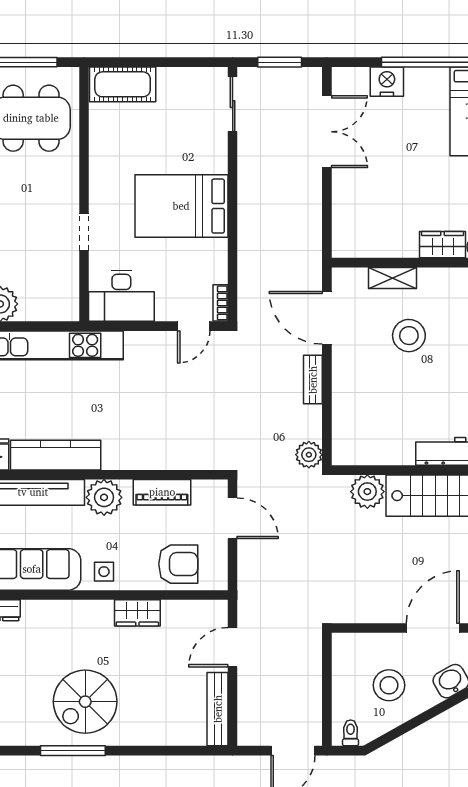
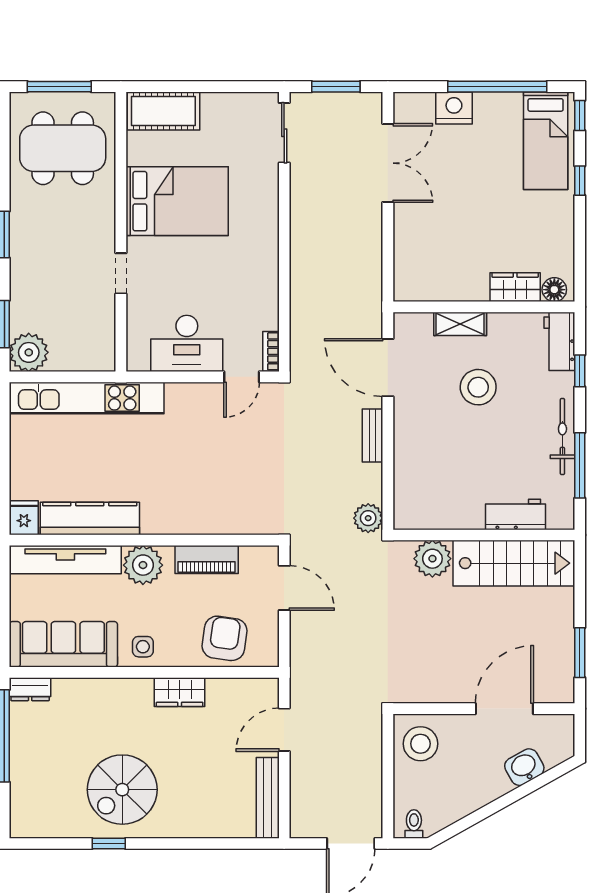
bed: (181, 206) -> (177, 201), moved, turned 180
desk: (121, 296) -> (187, 343), moved
armchair: (178, 564) -> (225, 638), turned -82
stool: (389, 685) -> (420, 744), moved
window: (73, 751) -> (109, 843), width x0.46

